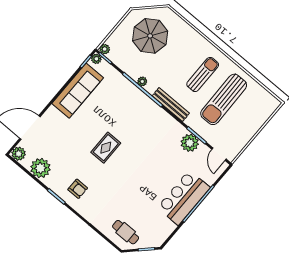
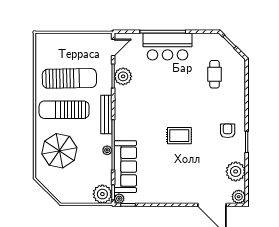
parasol: (150, 36) -> (59, 151), moved
plant: (105, 49) -> (102, 194), width x1.87, depth x1.87
sun lounger: (203, 74) -> (64, 110), width x1.36, depth x1.34
sofa: (78, 91) -> (125, 167), moved, turned 90
cafe table: (126, 232) -> (215, 74), moved

